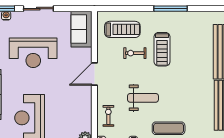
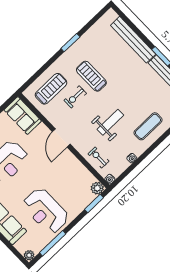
window: (171, 9) -> (70, 43), width x0.69
treadmill: (162, 49) -> (91, 76), turned 180

